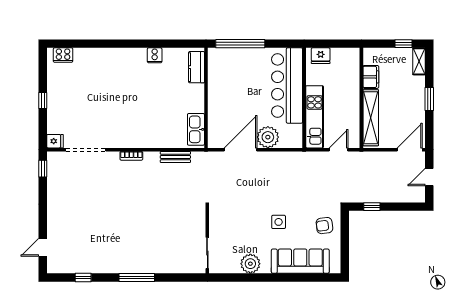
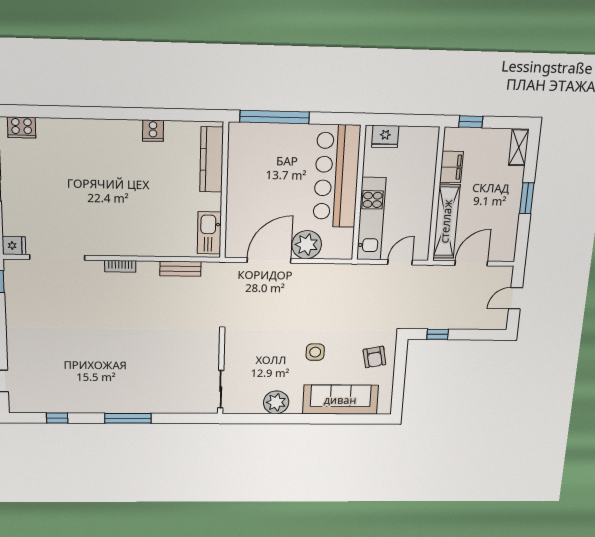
window: (404, 44) -> (471, 122), moved
kitchen counter: (196, 67) -> (212, 160), width x1.50
door: (410, 150) -> (471, 263), moved
armchair: (324, 226) -> (374, 357), turned -94

